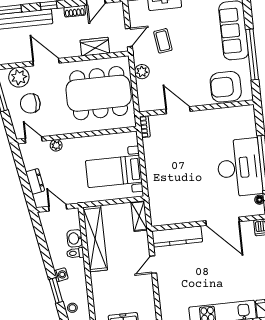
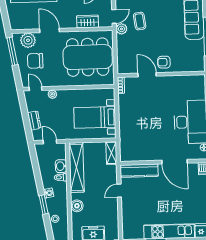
plant: (142, 72) -> (121, 29), moved
armchair: (226, 87) -> (164, 62), moved, width x0.53, depth x0.53
boiler: (99, 289) -> (77, 206), added

